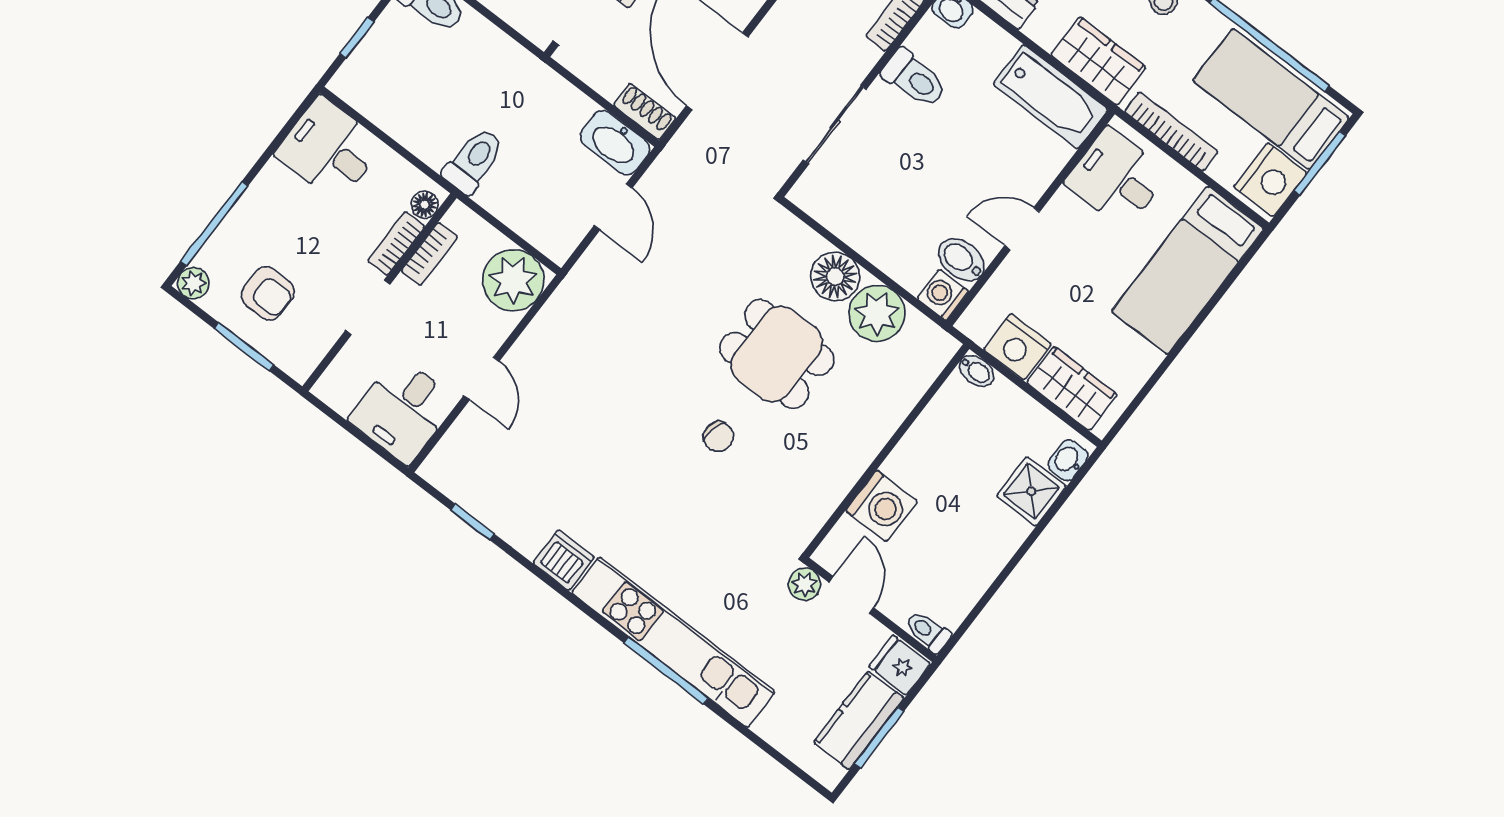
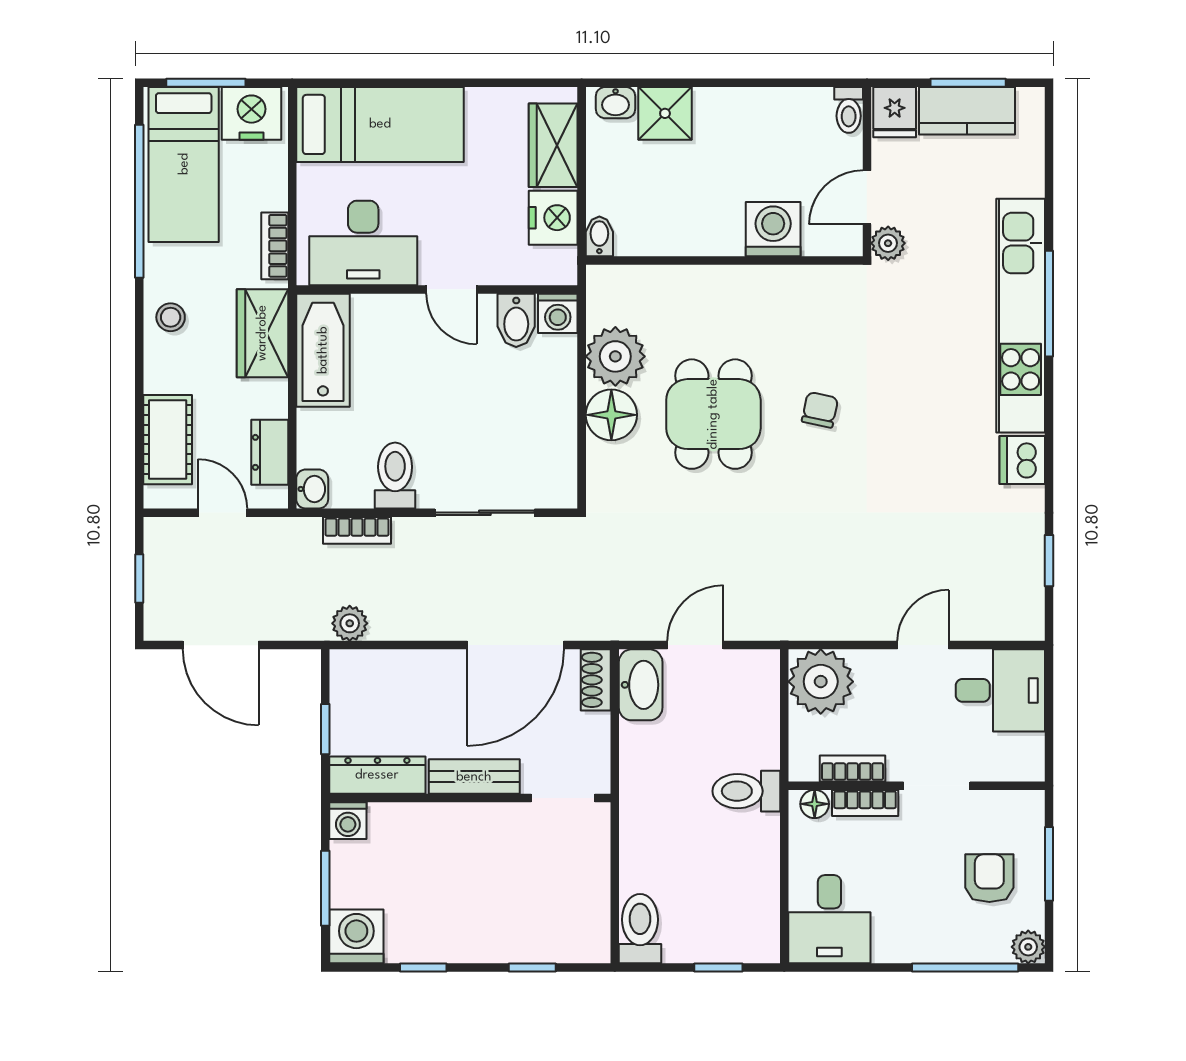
bookcase: (1171, 132) -> (275, 246), width x0.64
desk: (1117, 178) -> (363, 243), width x1.37

